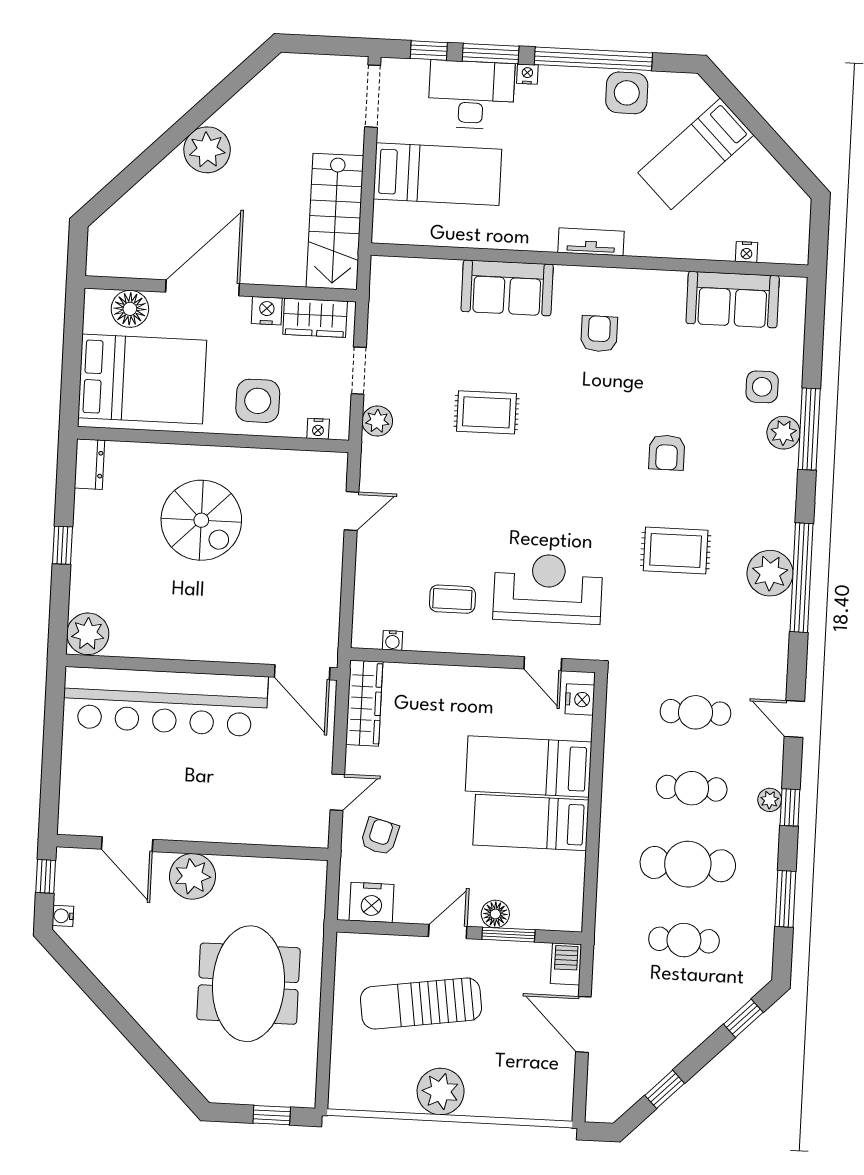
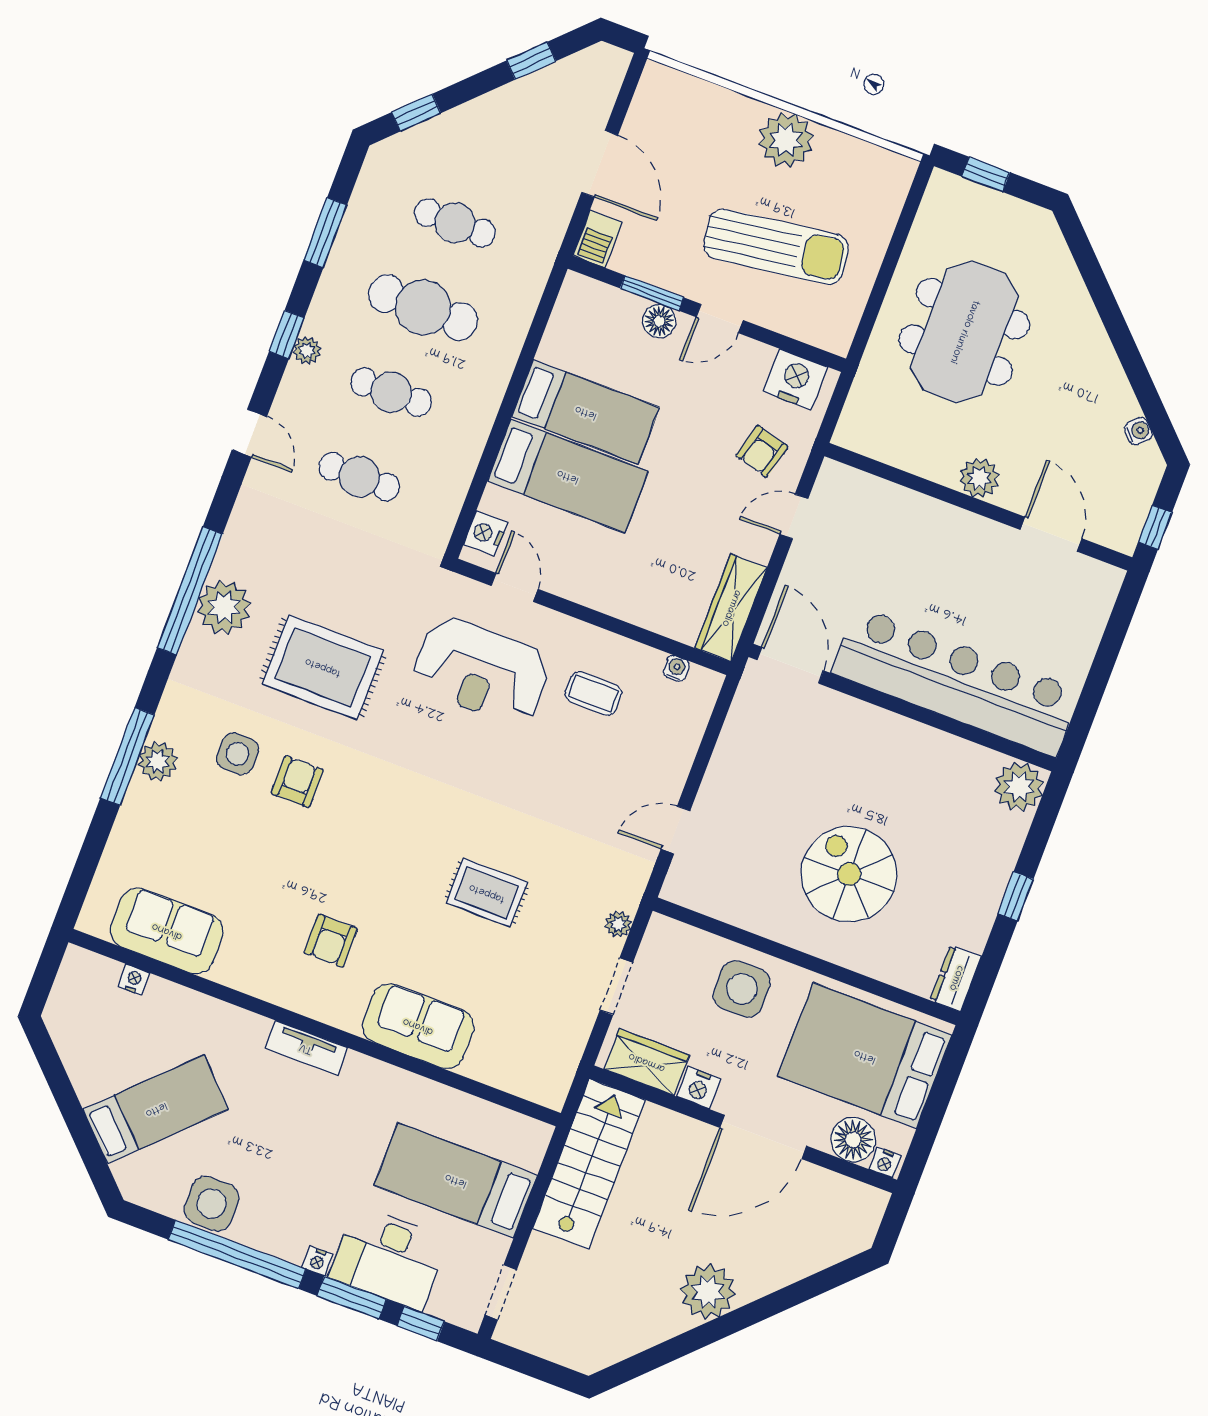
doorway: (373, 96) -> (501, 1292), width x0.73
side table: (762, 387) -> (238, 754), moved
plant: (377, 421) -> (618, 924), width x0.73, depth x0.73
nightstand: (318, 429) -> (885, 1162), moved, turned 180
rug: (676, 550) -> (323, 667), width x1.36, depth x1.43
plant: (192, 876) -> (979, 478), width x0.73, depth x0.73
water cooler: (63, 916) -> (1138, 431), moved, turned -45

